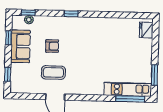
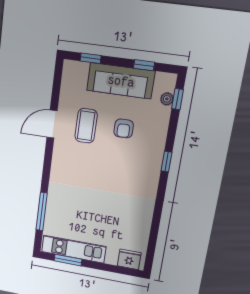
sofa: (20, 46) -> (121, 81), width x1.36
kitchen unit: (128, 89) -> (74, 249), moved, turned -90
window: (130, 99) -> (42, 211), moved

